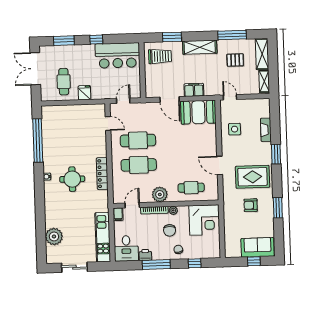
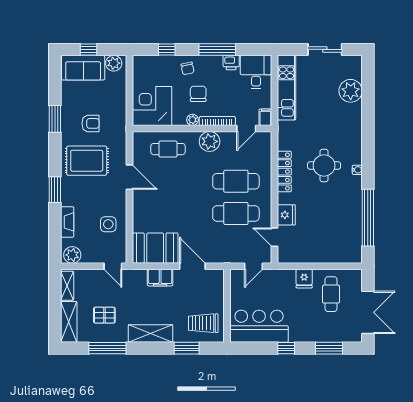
plant: (261, 105) -> (72, 255), added
fridge: (100, 141) -> (286, 215), added
plant: (234, 251) -> (114, 63), added

